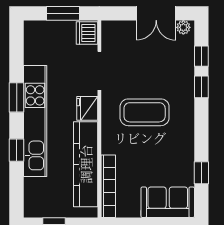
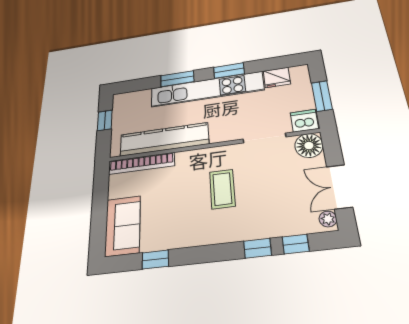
floor lamp: (113, 33) -> (309, 146), added
fridge: (87, 108) -> (277, 77), moved, turned 180
coffee table: (145, 112) -> (222, 189), width x0.73, depth x0.76
window: (17, 150) -> (177, 79), width x1.50

